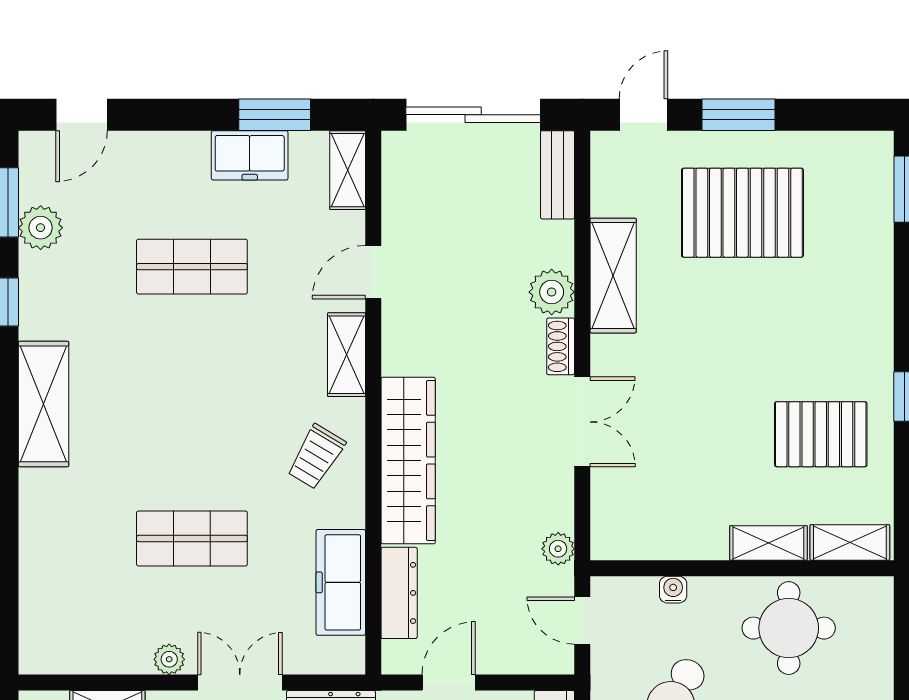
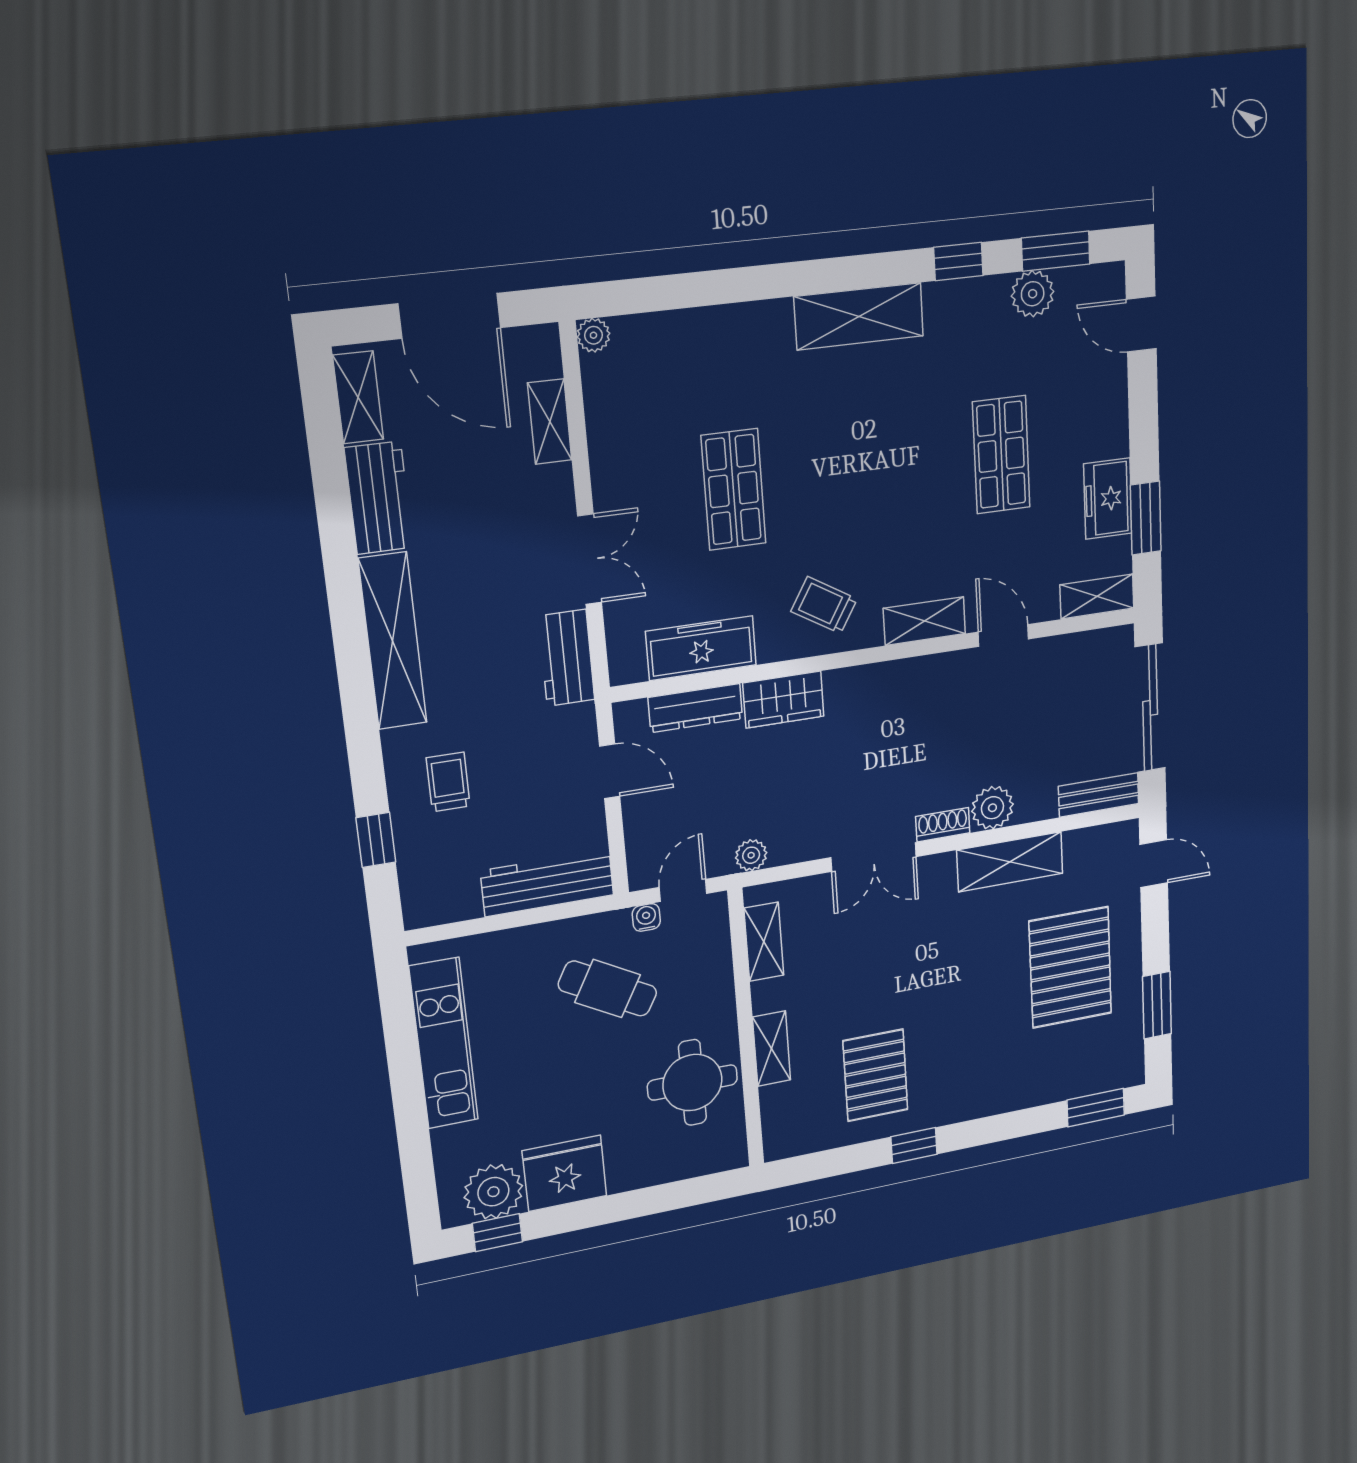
window: (738, 115) -> (1157, 1005), moved
wardrobe: (408, 461) -> (783, 700), width x0.48, depth x0.85
shelving: (850, 542) -> (764, 942), moved
water cooler: (673, 590) -> (646, 917), moved, turned -90
plant: (169, 659) -> (593, 335), moved

